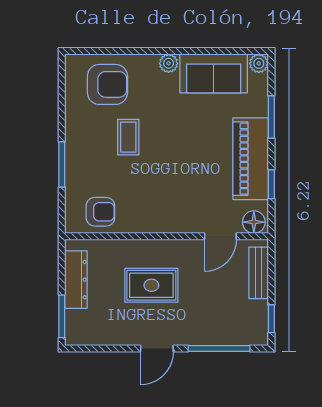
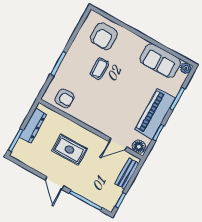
plant: (169, 63) -> (141, 43), removed
armchair: (107, 84) -> (104, 36), turned 90
door: (157, 348) -> (54, 183), hinge flipped

